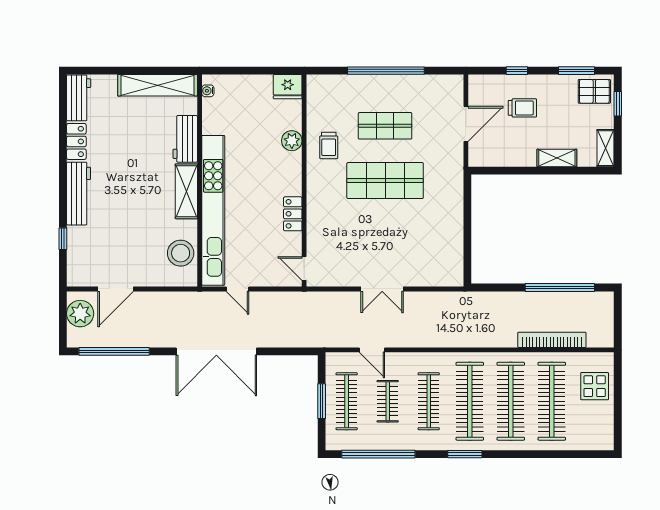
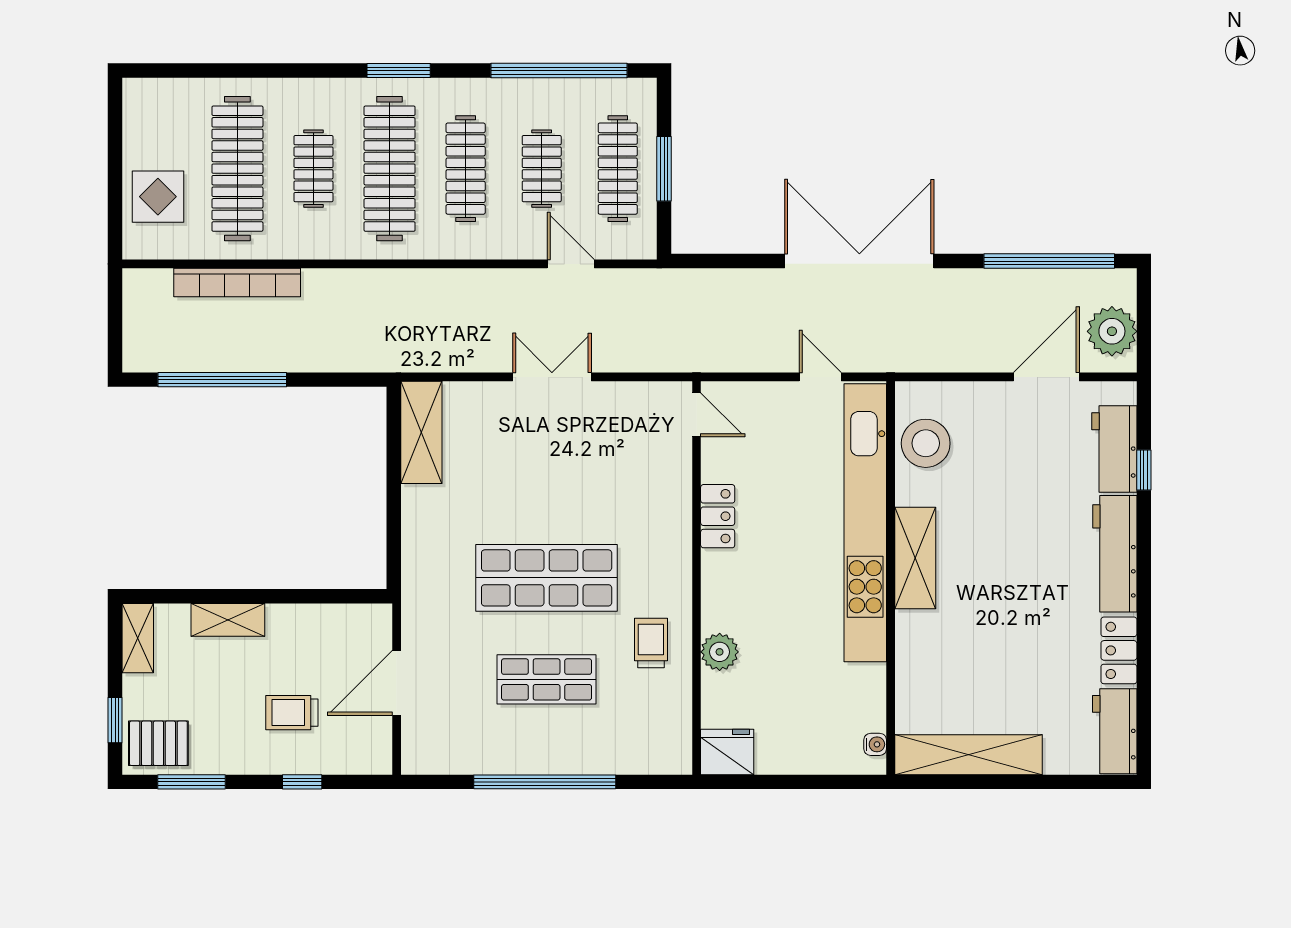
workbench: (185, 139) -> (1114, 449), moved, turned 180
shelving: (453, 259) -> (421, 432), added
clothes rail: (511, 401) -> (313, 169), width x0.54, depth x0.76

